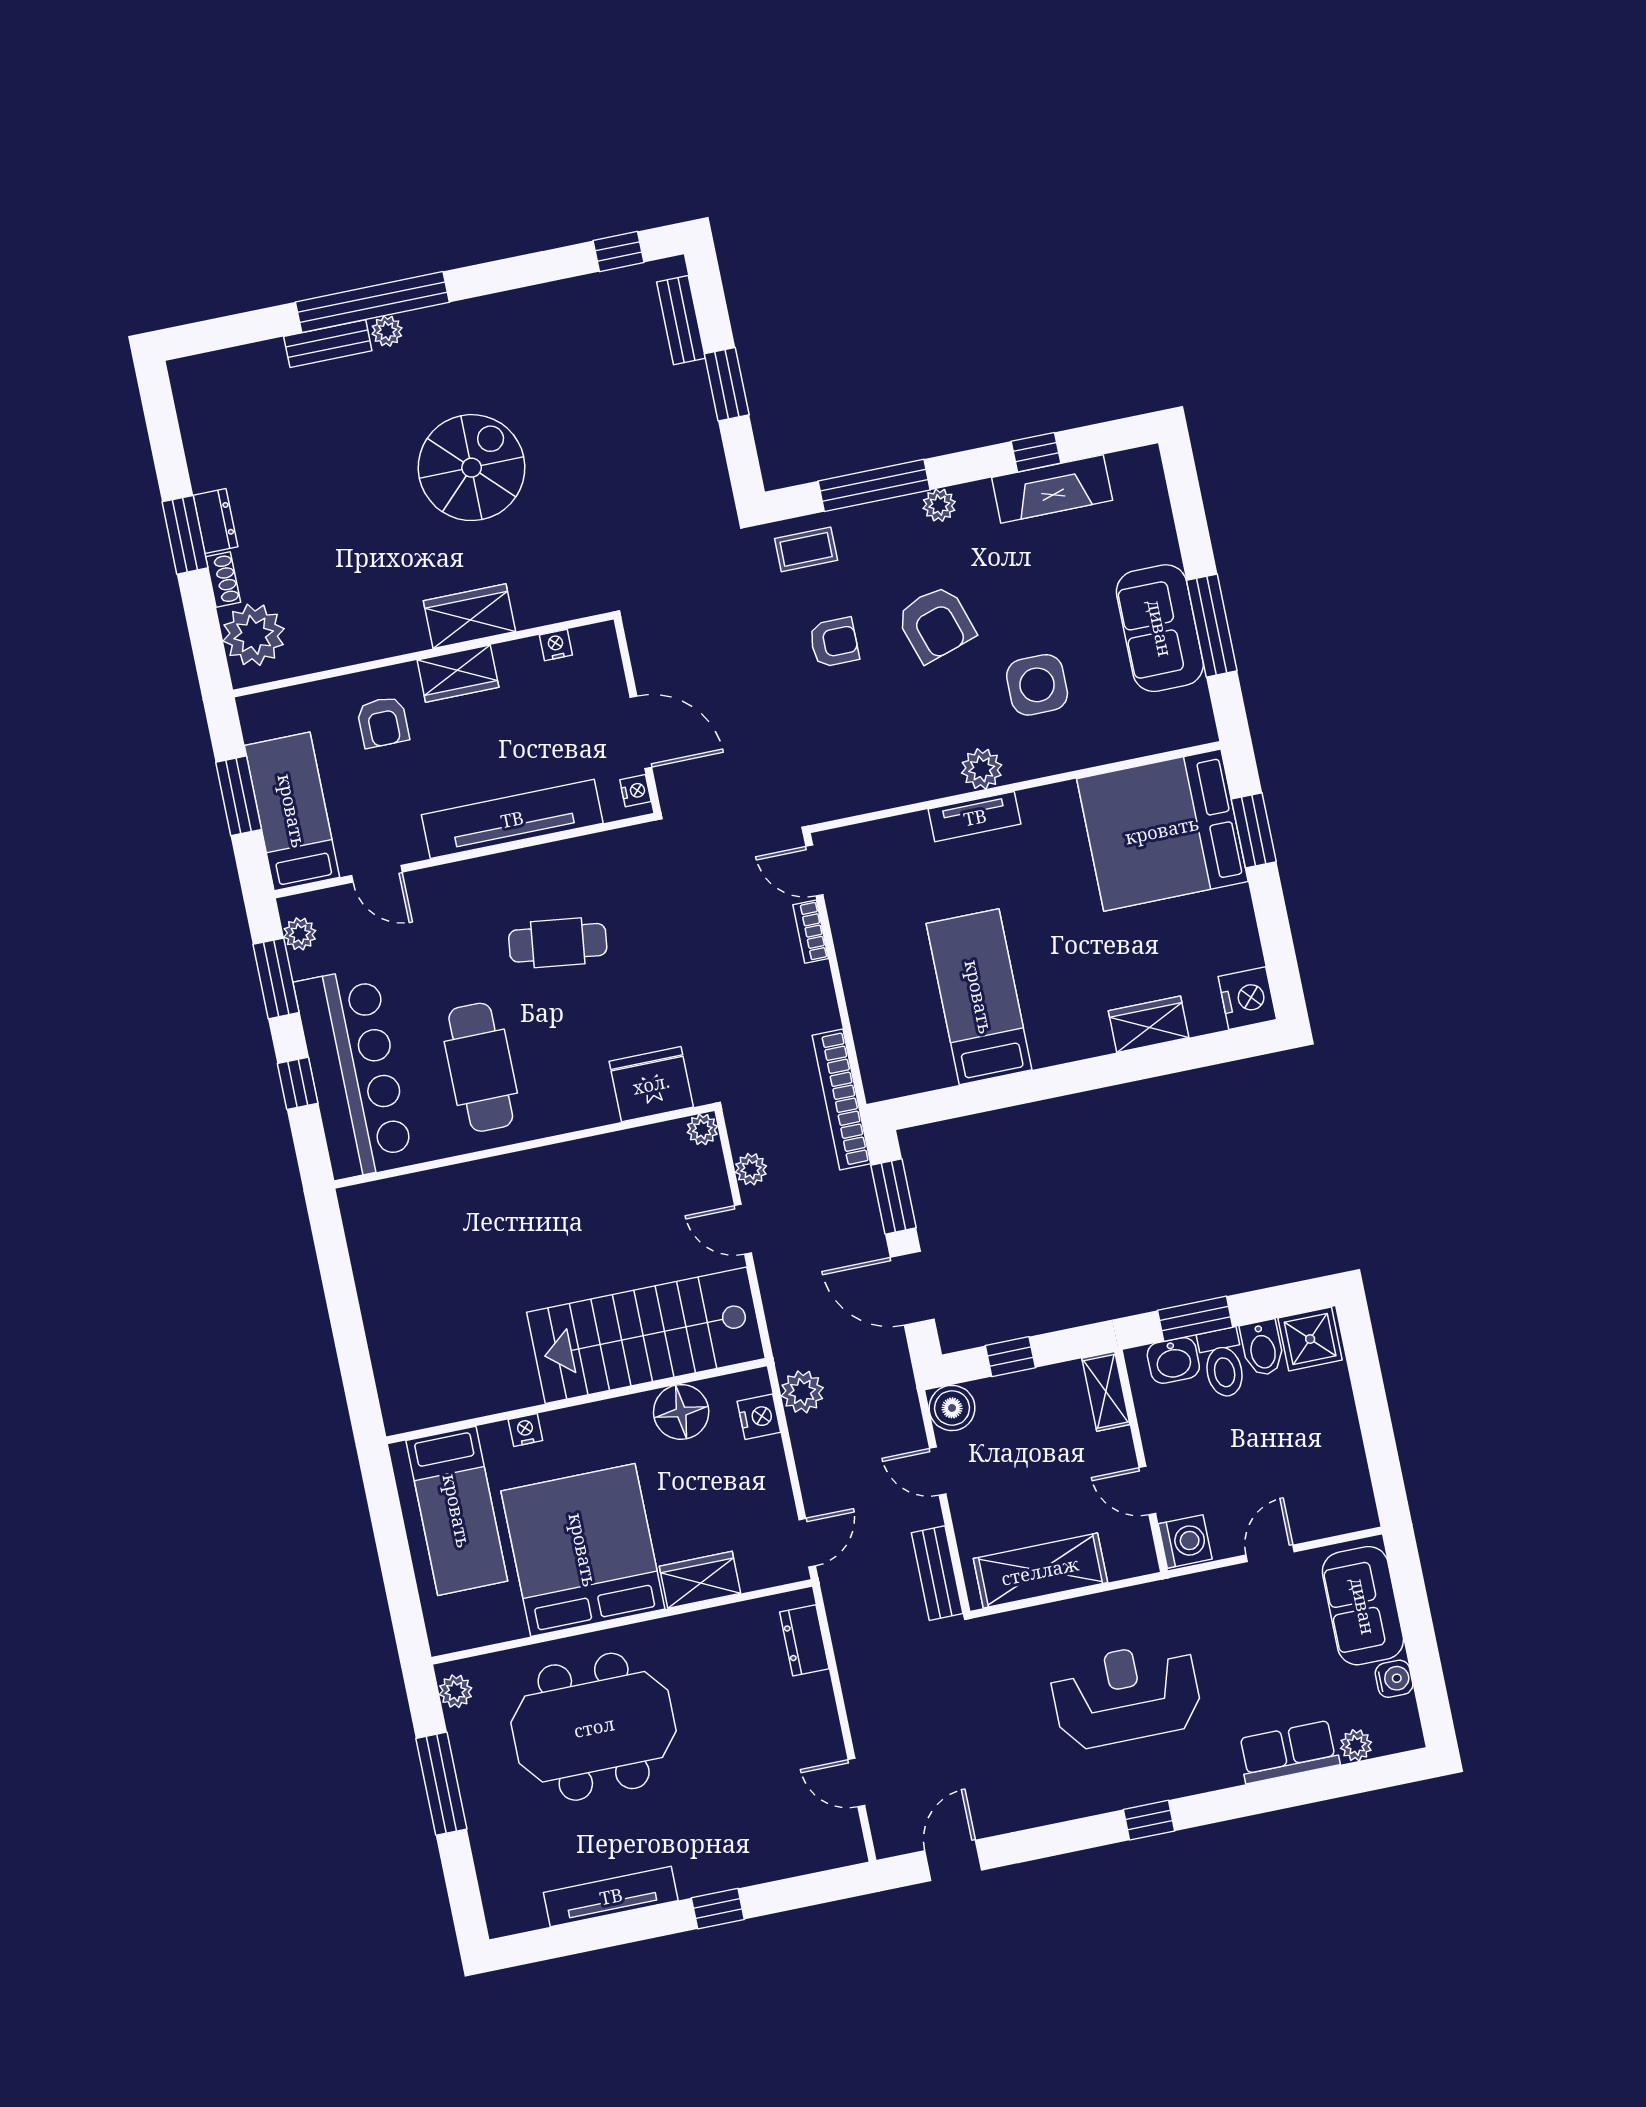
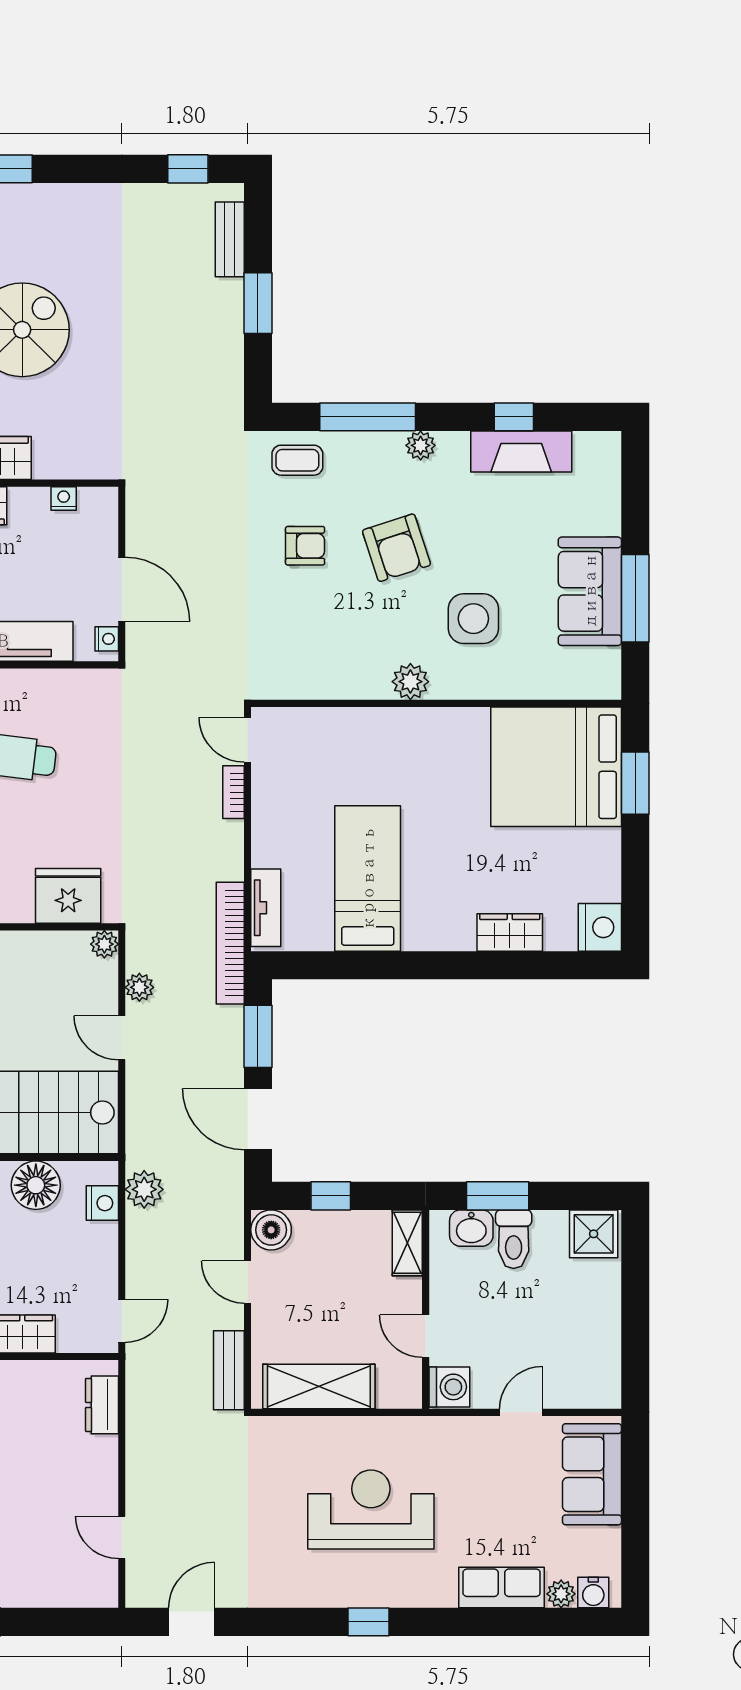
tv unit: (975, 817) -> (266, 908), moved, turned -90
bidet: (1262, 1348) -> (551, 1233), removed
water cooler: (1394, 1679) -> (593, 1593), moved, turned 90

